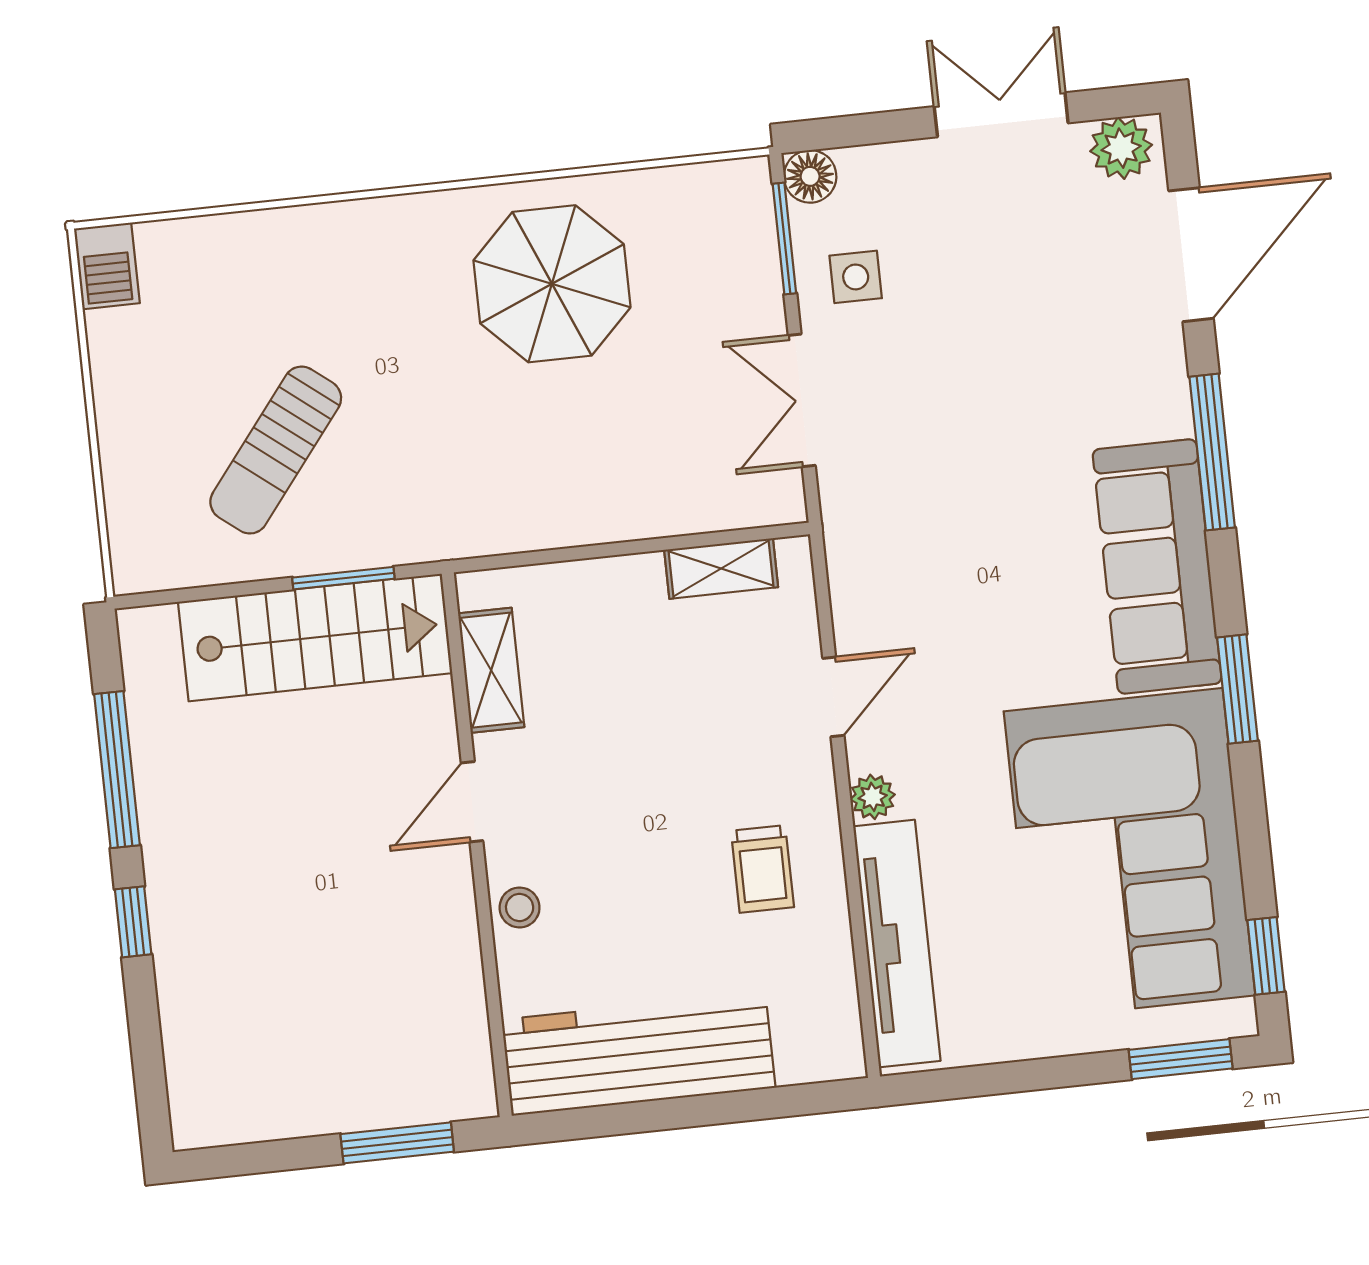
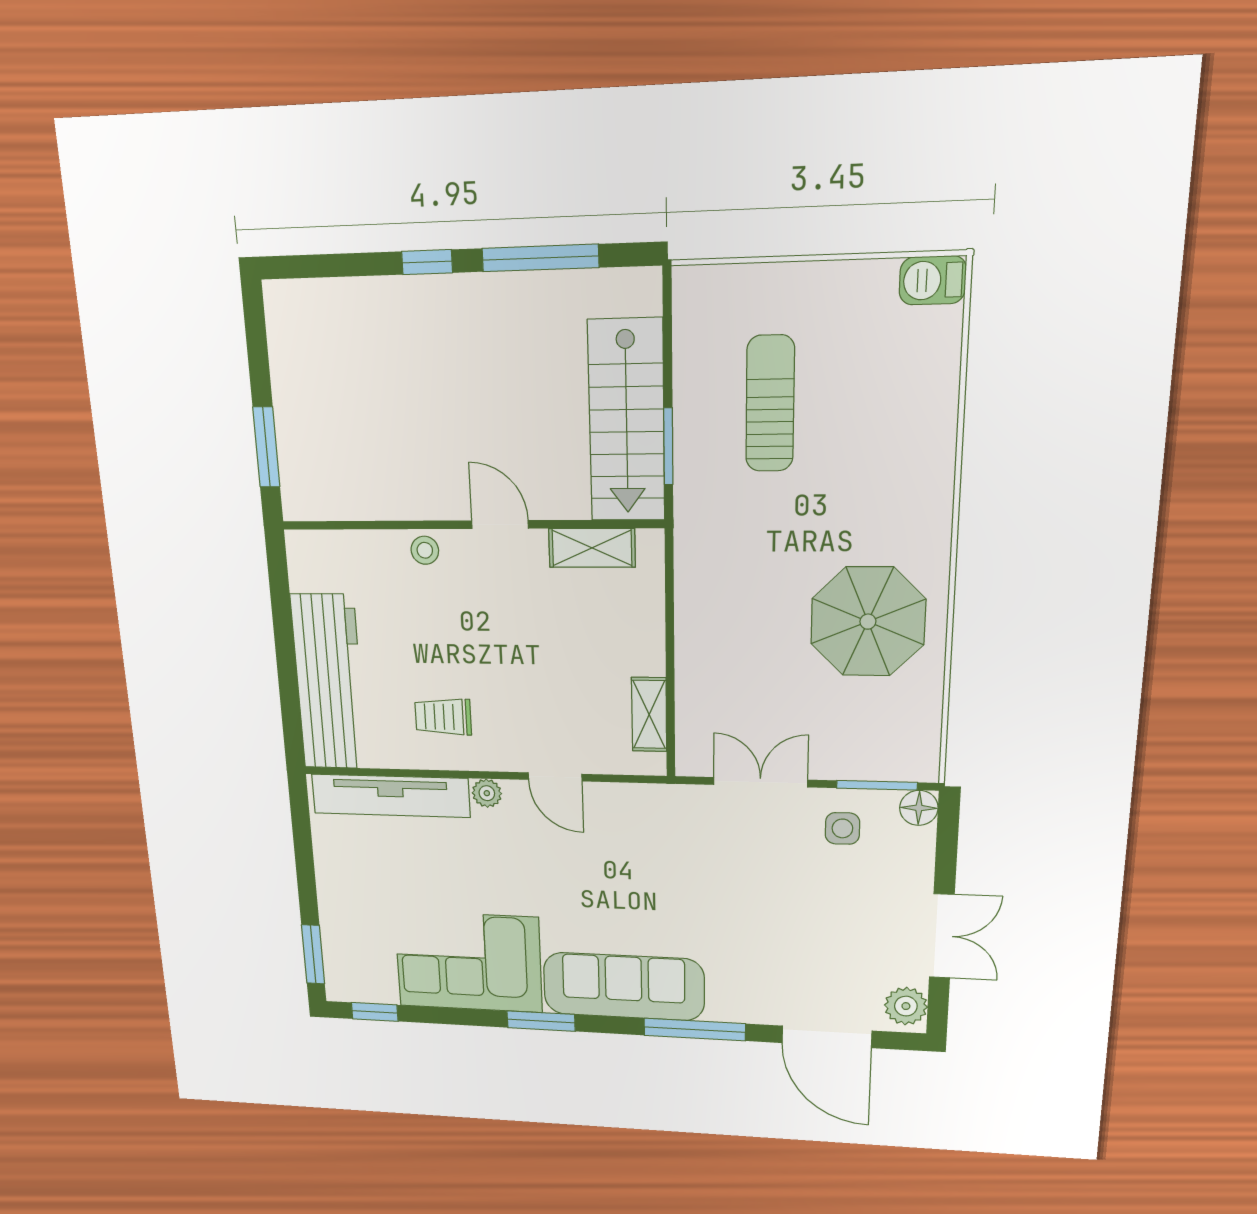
sun lounger: (276, 450) -> (770, 404), turned 52
corner sofa: (1130, 853) -> (468, 962), width x0.73, depth x0.74
workbench: (638, 1054) -> (329, 682), moved

